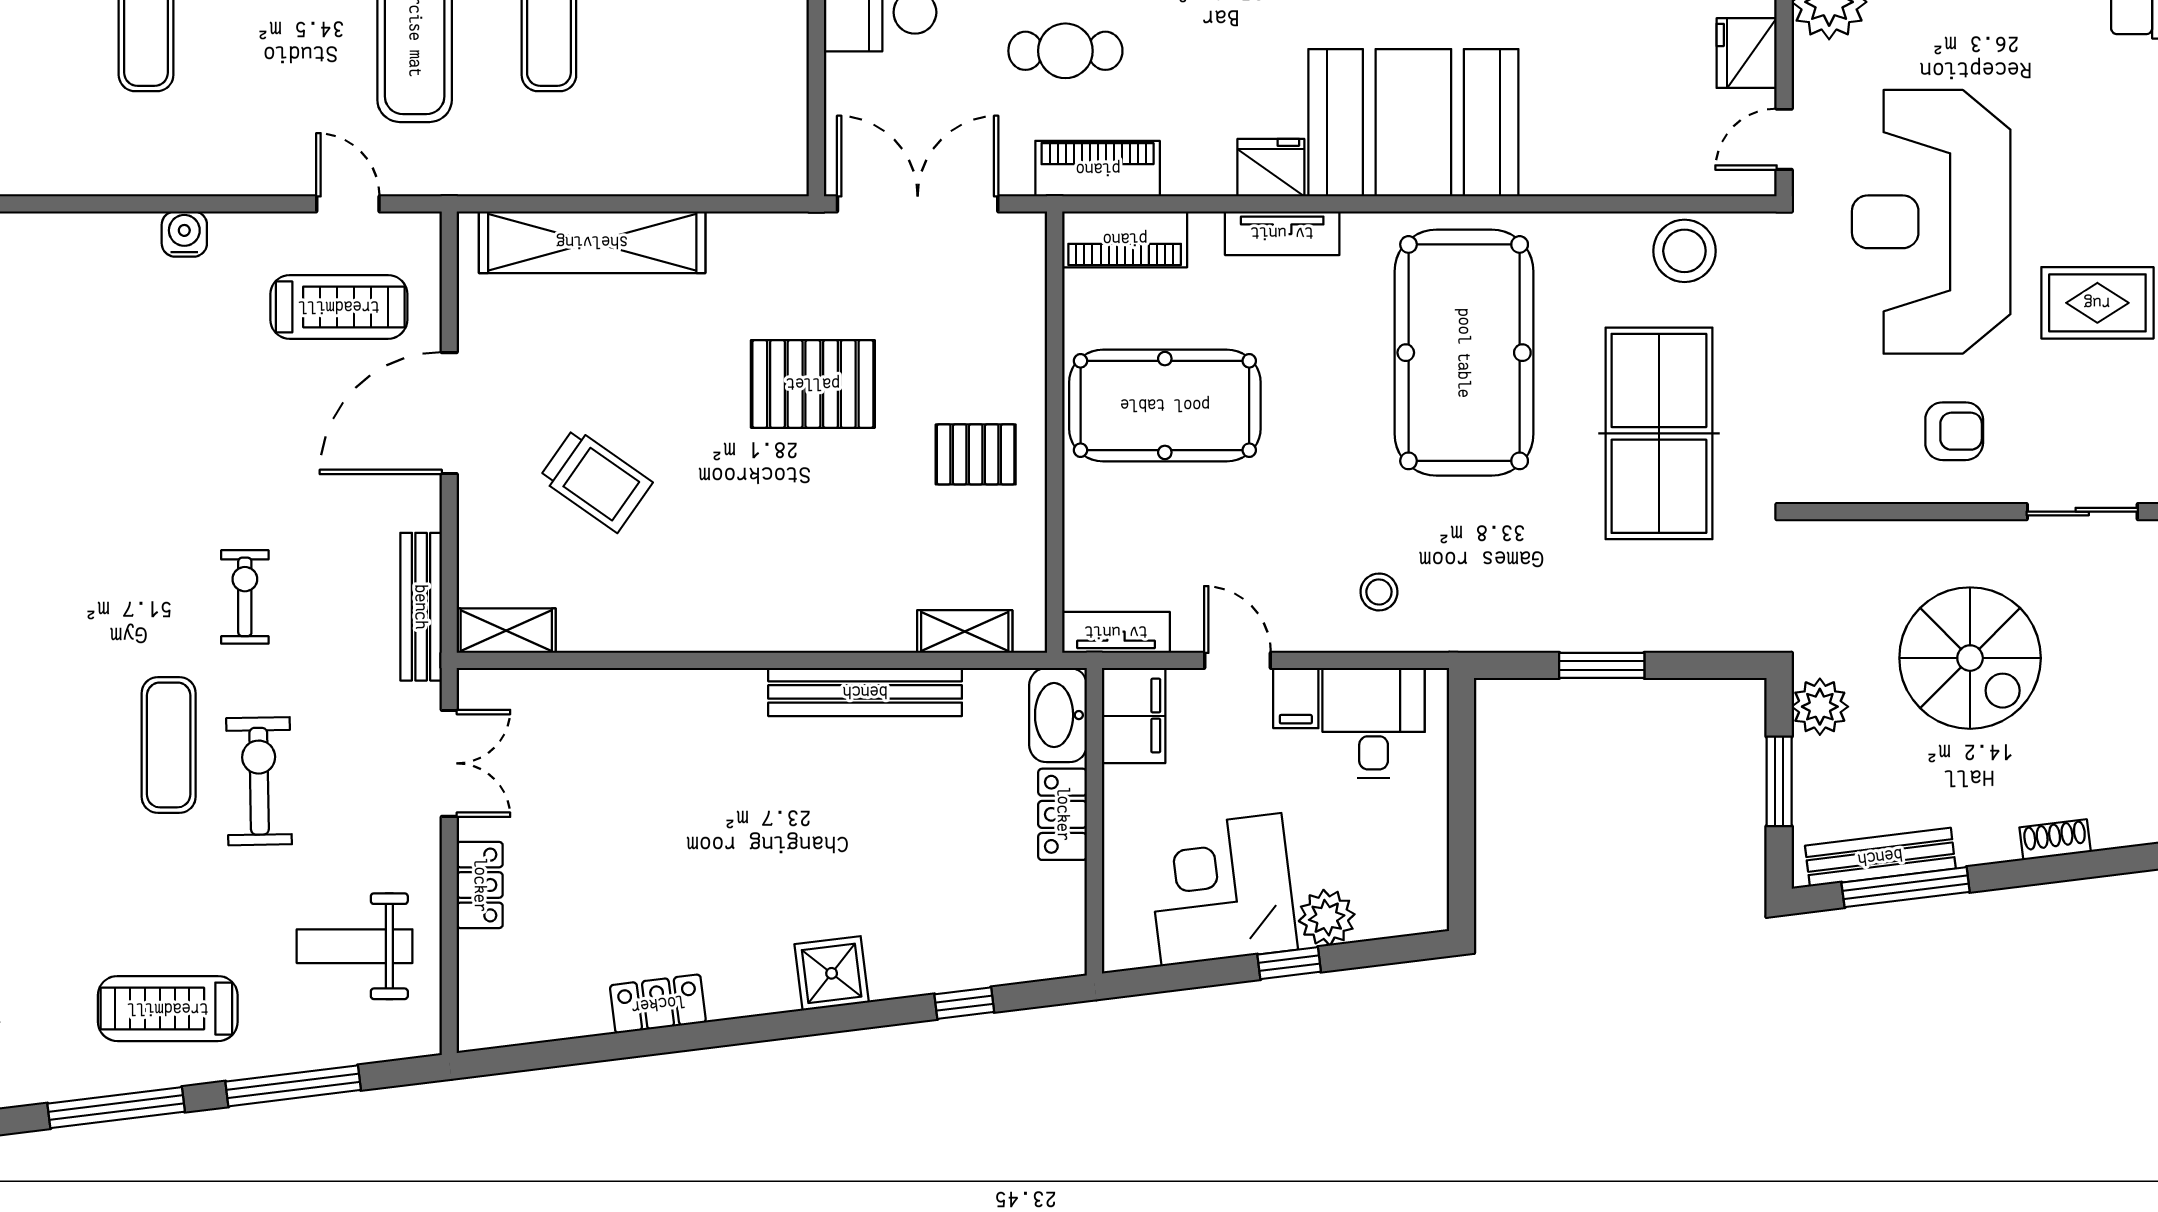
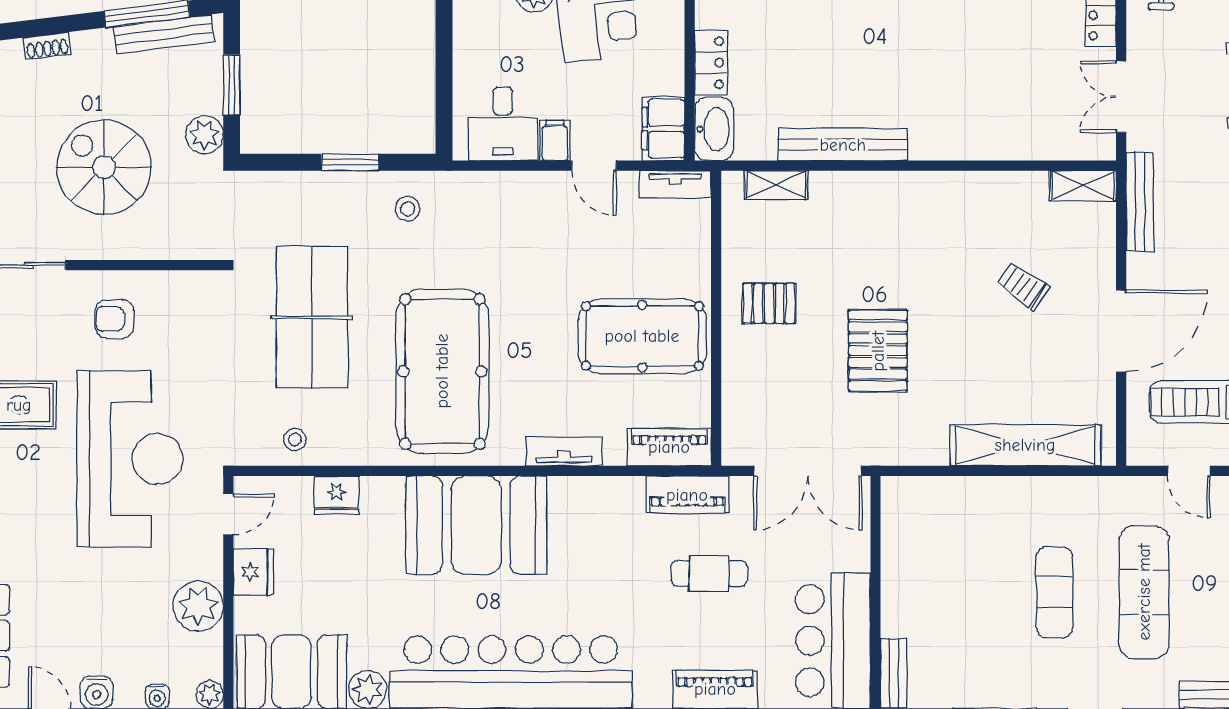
fridge: (1271, 168) -> (337, 495), moved
stool: (1684, 251) -> (295, 440), width x0.53, depth x0.53
pallet: (813, 384) -> (878, 351), turned 90
trolley: (596, 480) -> (1023, 286), width x0.73, depth x0.72
stool: (1379, 592) -> (408, 209), moved

